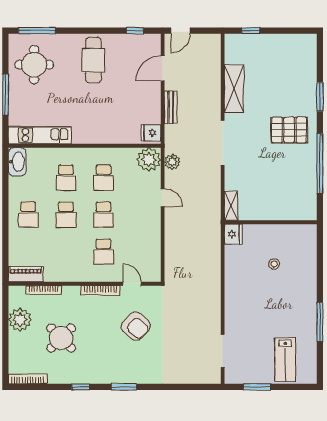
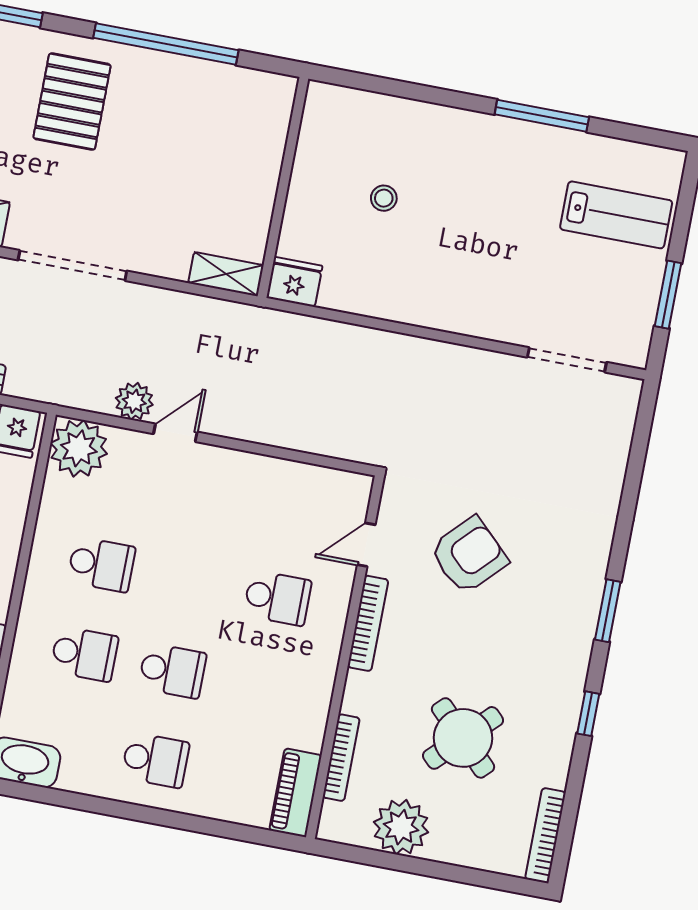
plant: (172, 162) -> (134, 401), moved
school desk: (103, 215) -> (189, 581), removed

